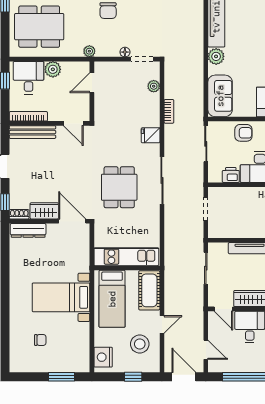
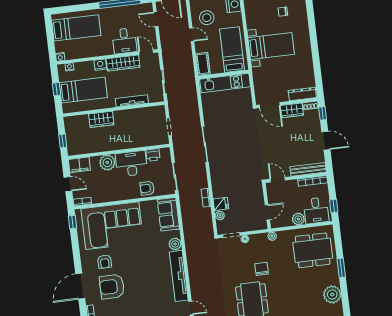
fridge: (151, 135) -> (221, 204), moved
dining table: (119, 187) -> (237, 135), removed
cot: (149, 290) -> (203, 64), width x0.73, depth x0.75
door: (162, 324) -> (192, 35), swing flipped

